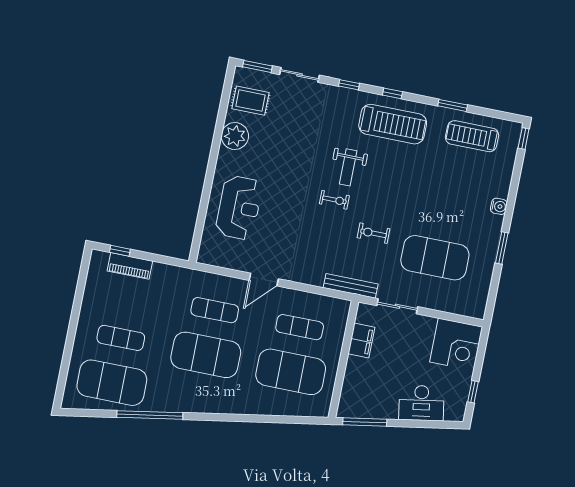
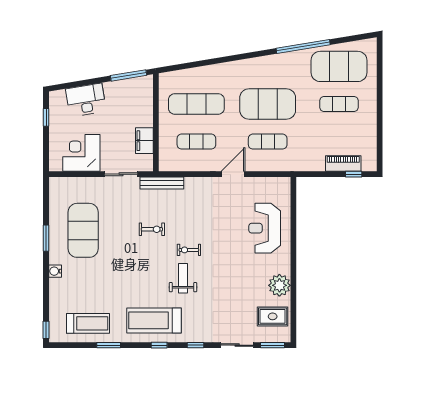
exercise mat: (435, 258) -> (83, 230), moved, turned 90
corner desk: (456, 344) -> (81, 153), moved
exercise mat: (291, 372) -> (196, 104), width x0.68

